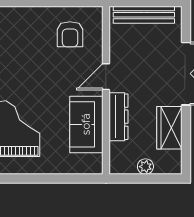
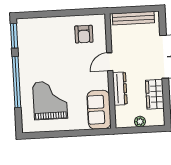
sofa: (86, 124) -> (99, 110), moved

